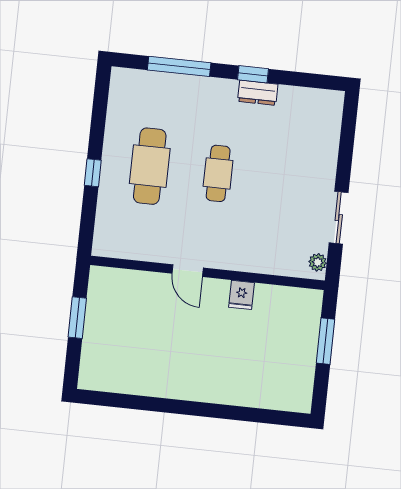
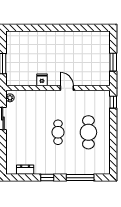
dresser: (258, 93) -> (25, 170), moved
window: (93, 173) -> (113, 102), moved

